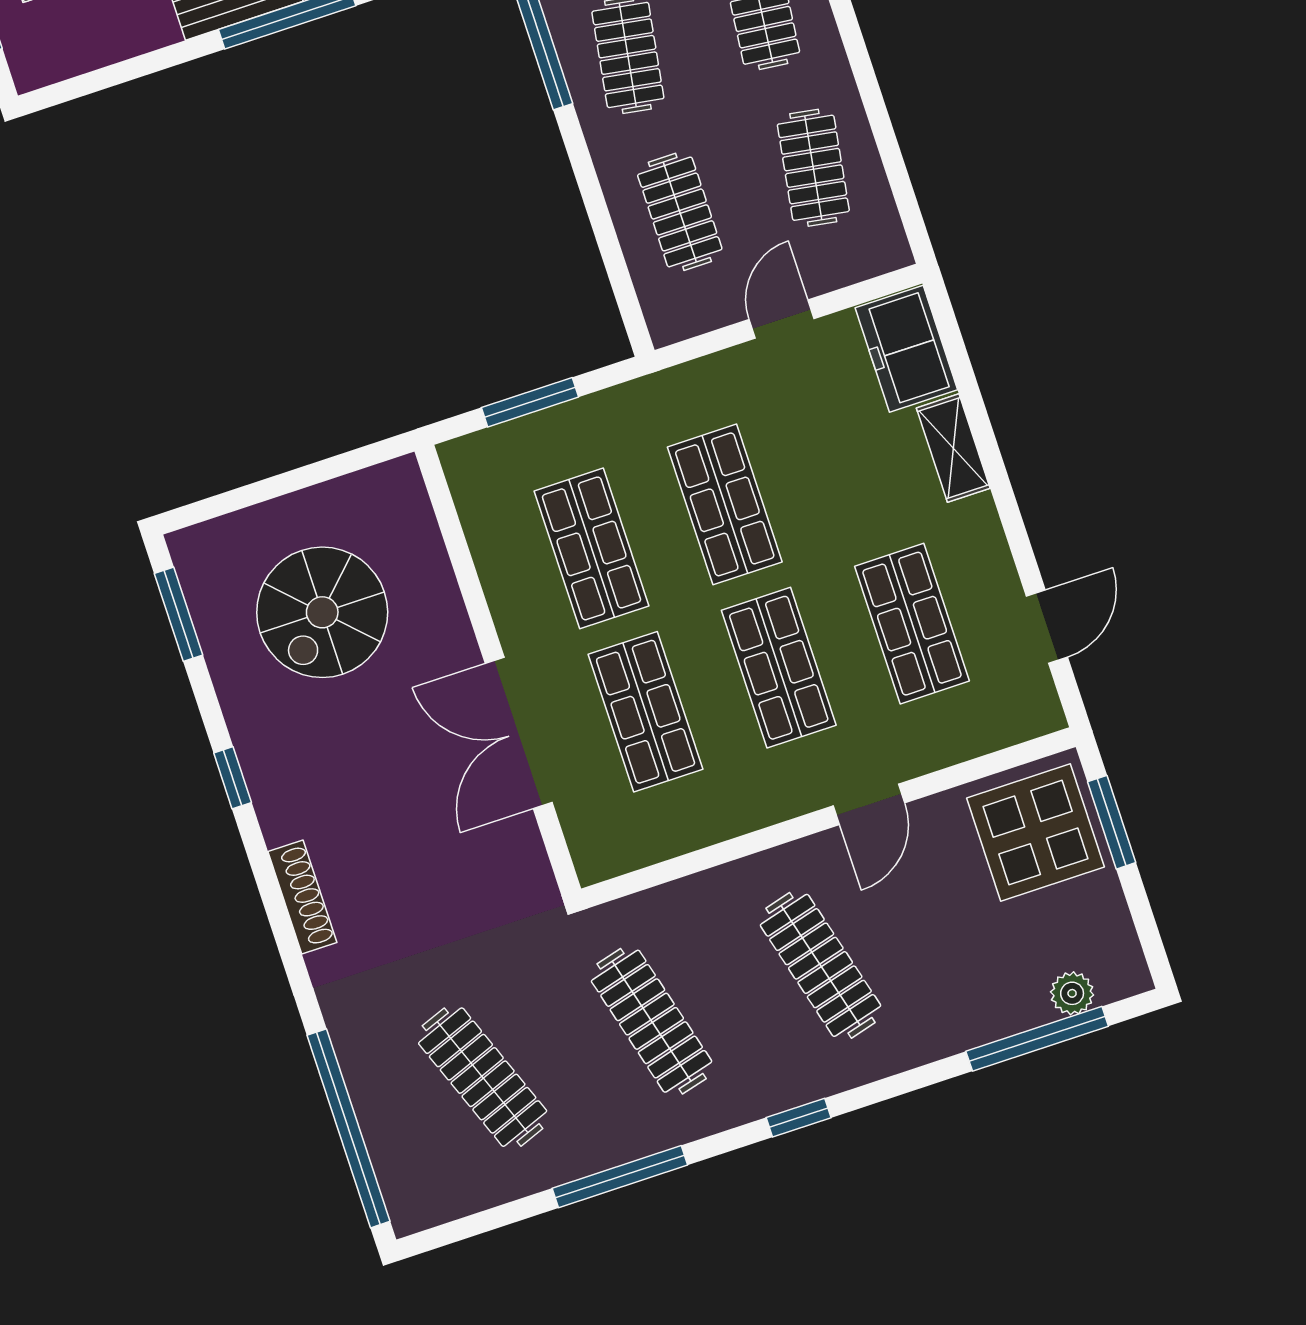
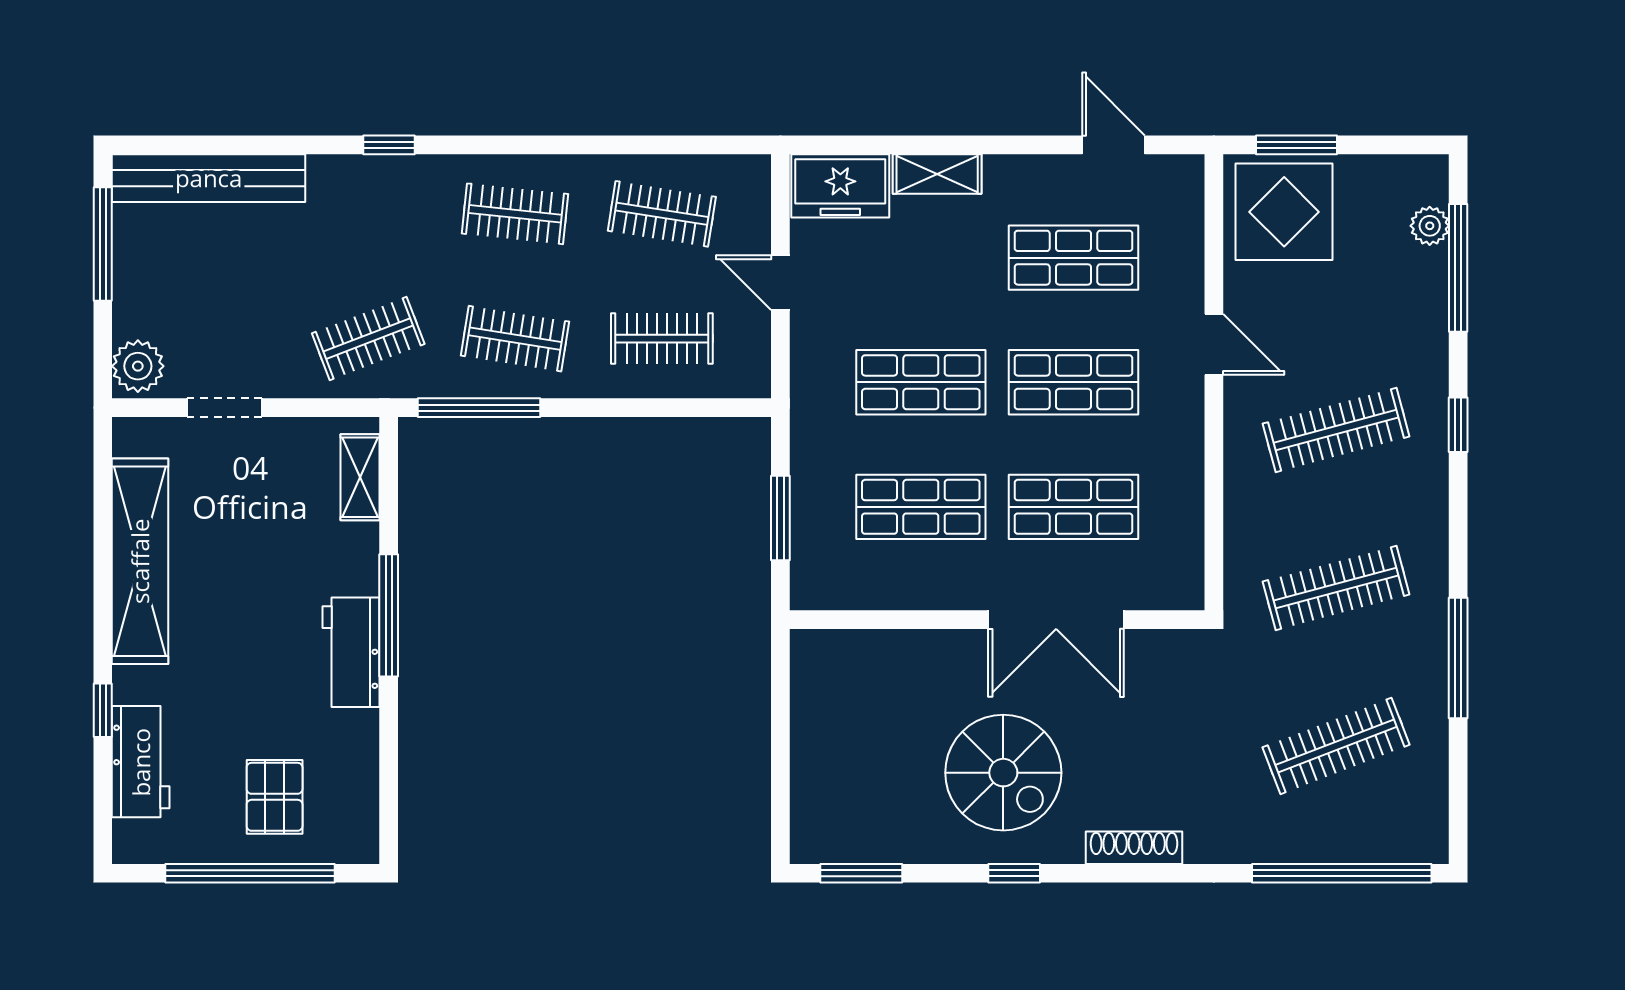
spiral stairs: (322, 612) -> (1003, 773), moved
window: (799, 1118) -> (1458, 425), moved

